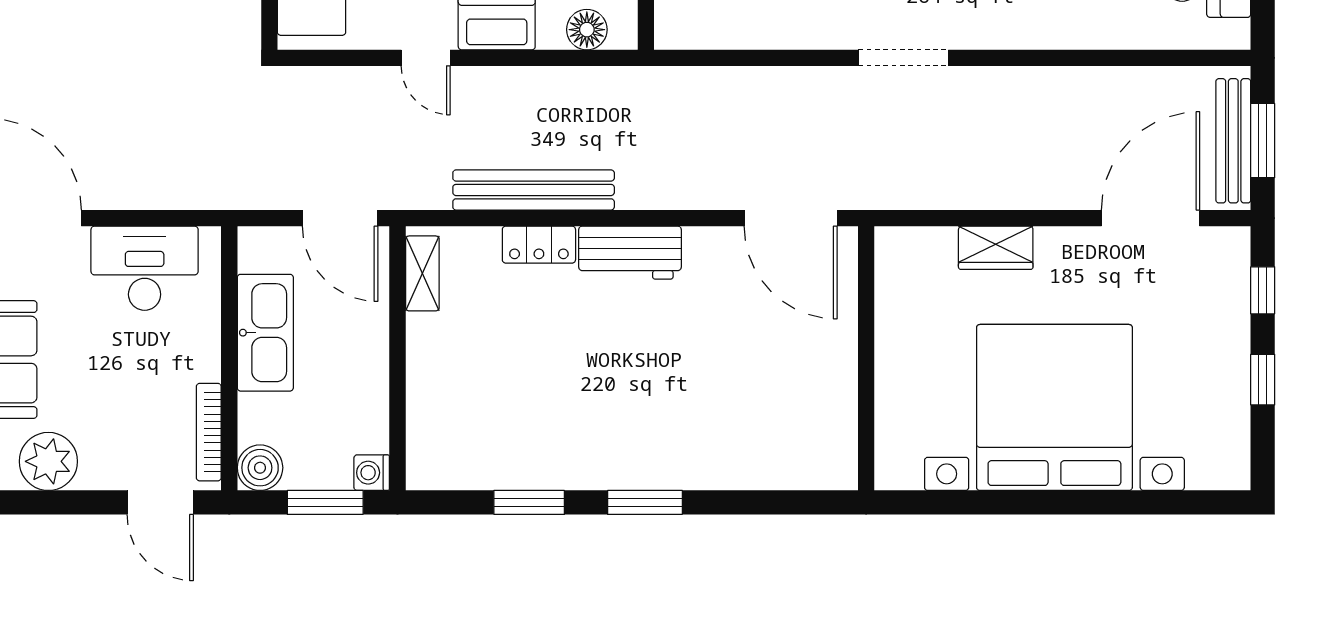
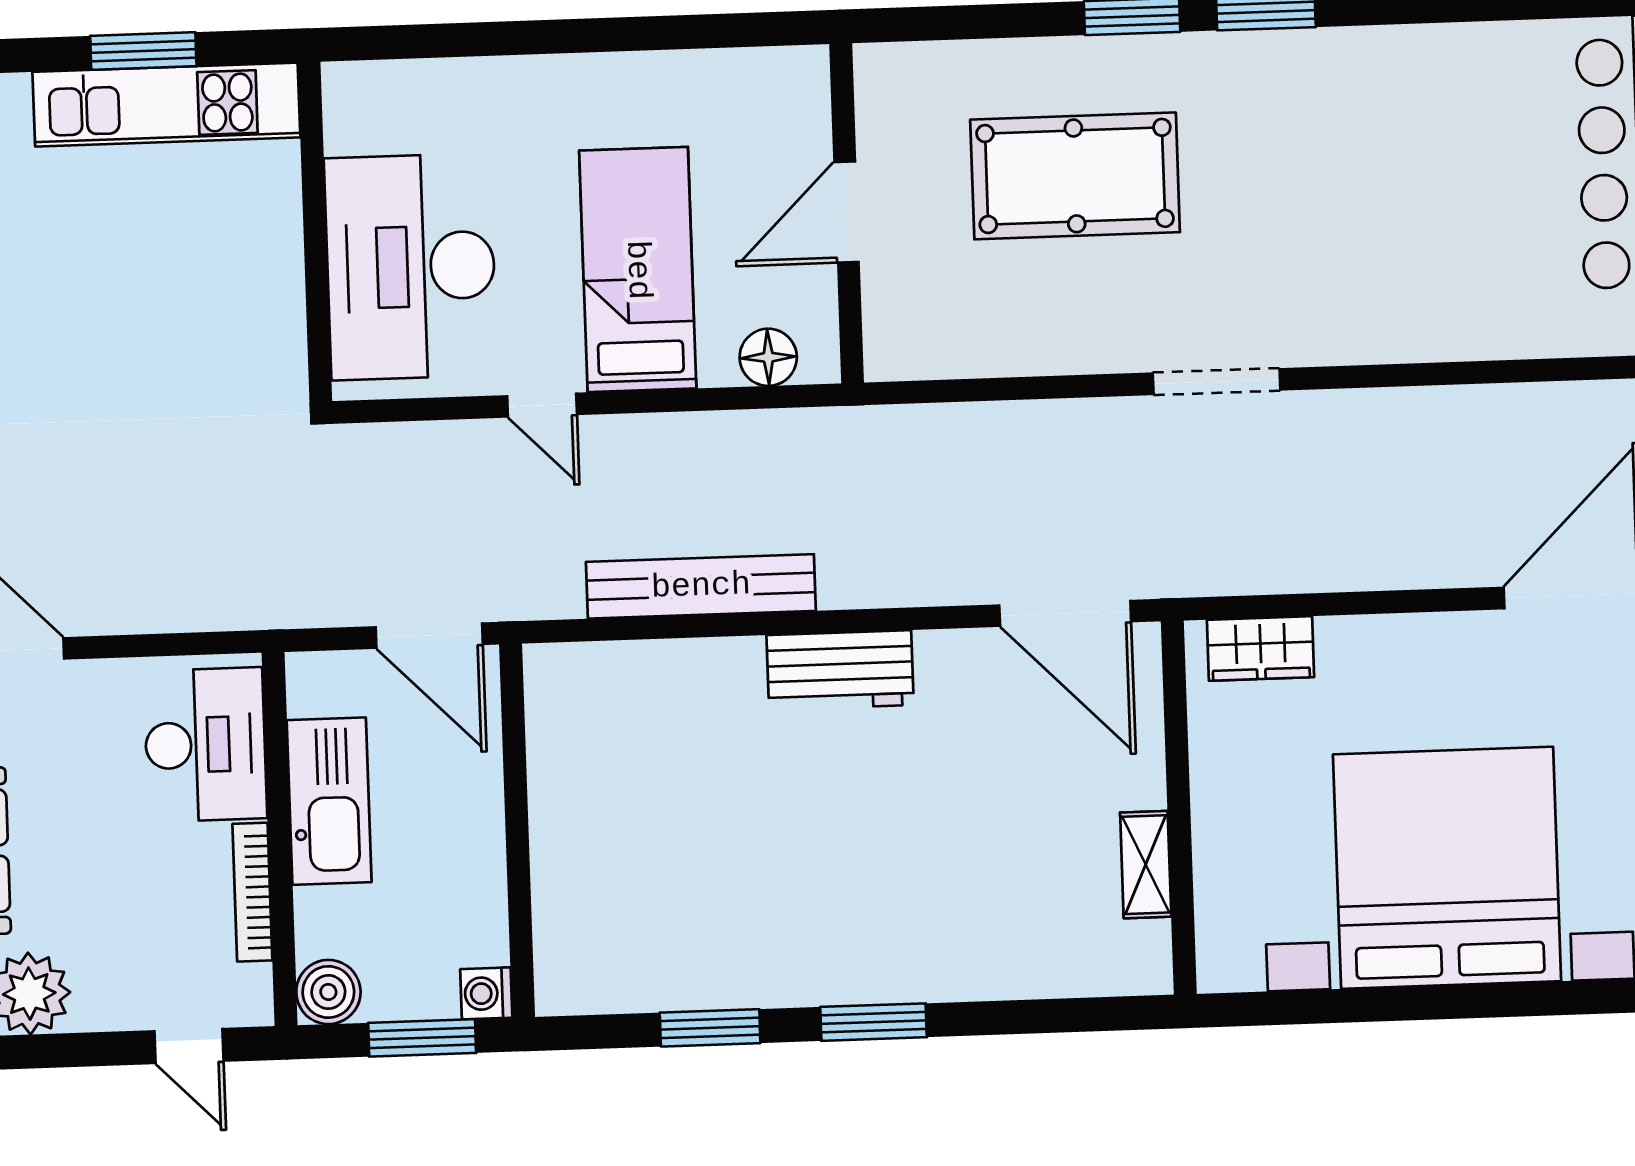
locker: (539, 245) -> (711, 663), removed
wardrobe: (996, 248) -> (1261, 648), moved
desk: (145, 268) -> (205, 745), moved, turned 90
shelving: (422, 273) -> (1146, 865), moved
bookcase: (209, 432) -> (252, 892), moved
door: (160, 502) -> (189, 1046), width x0.73

